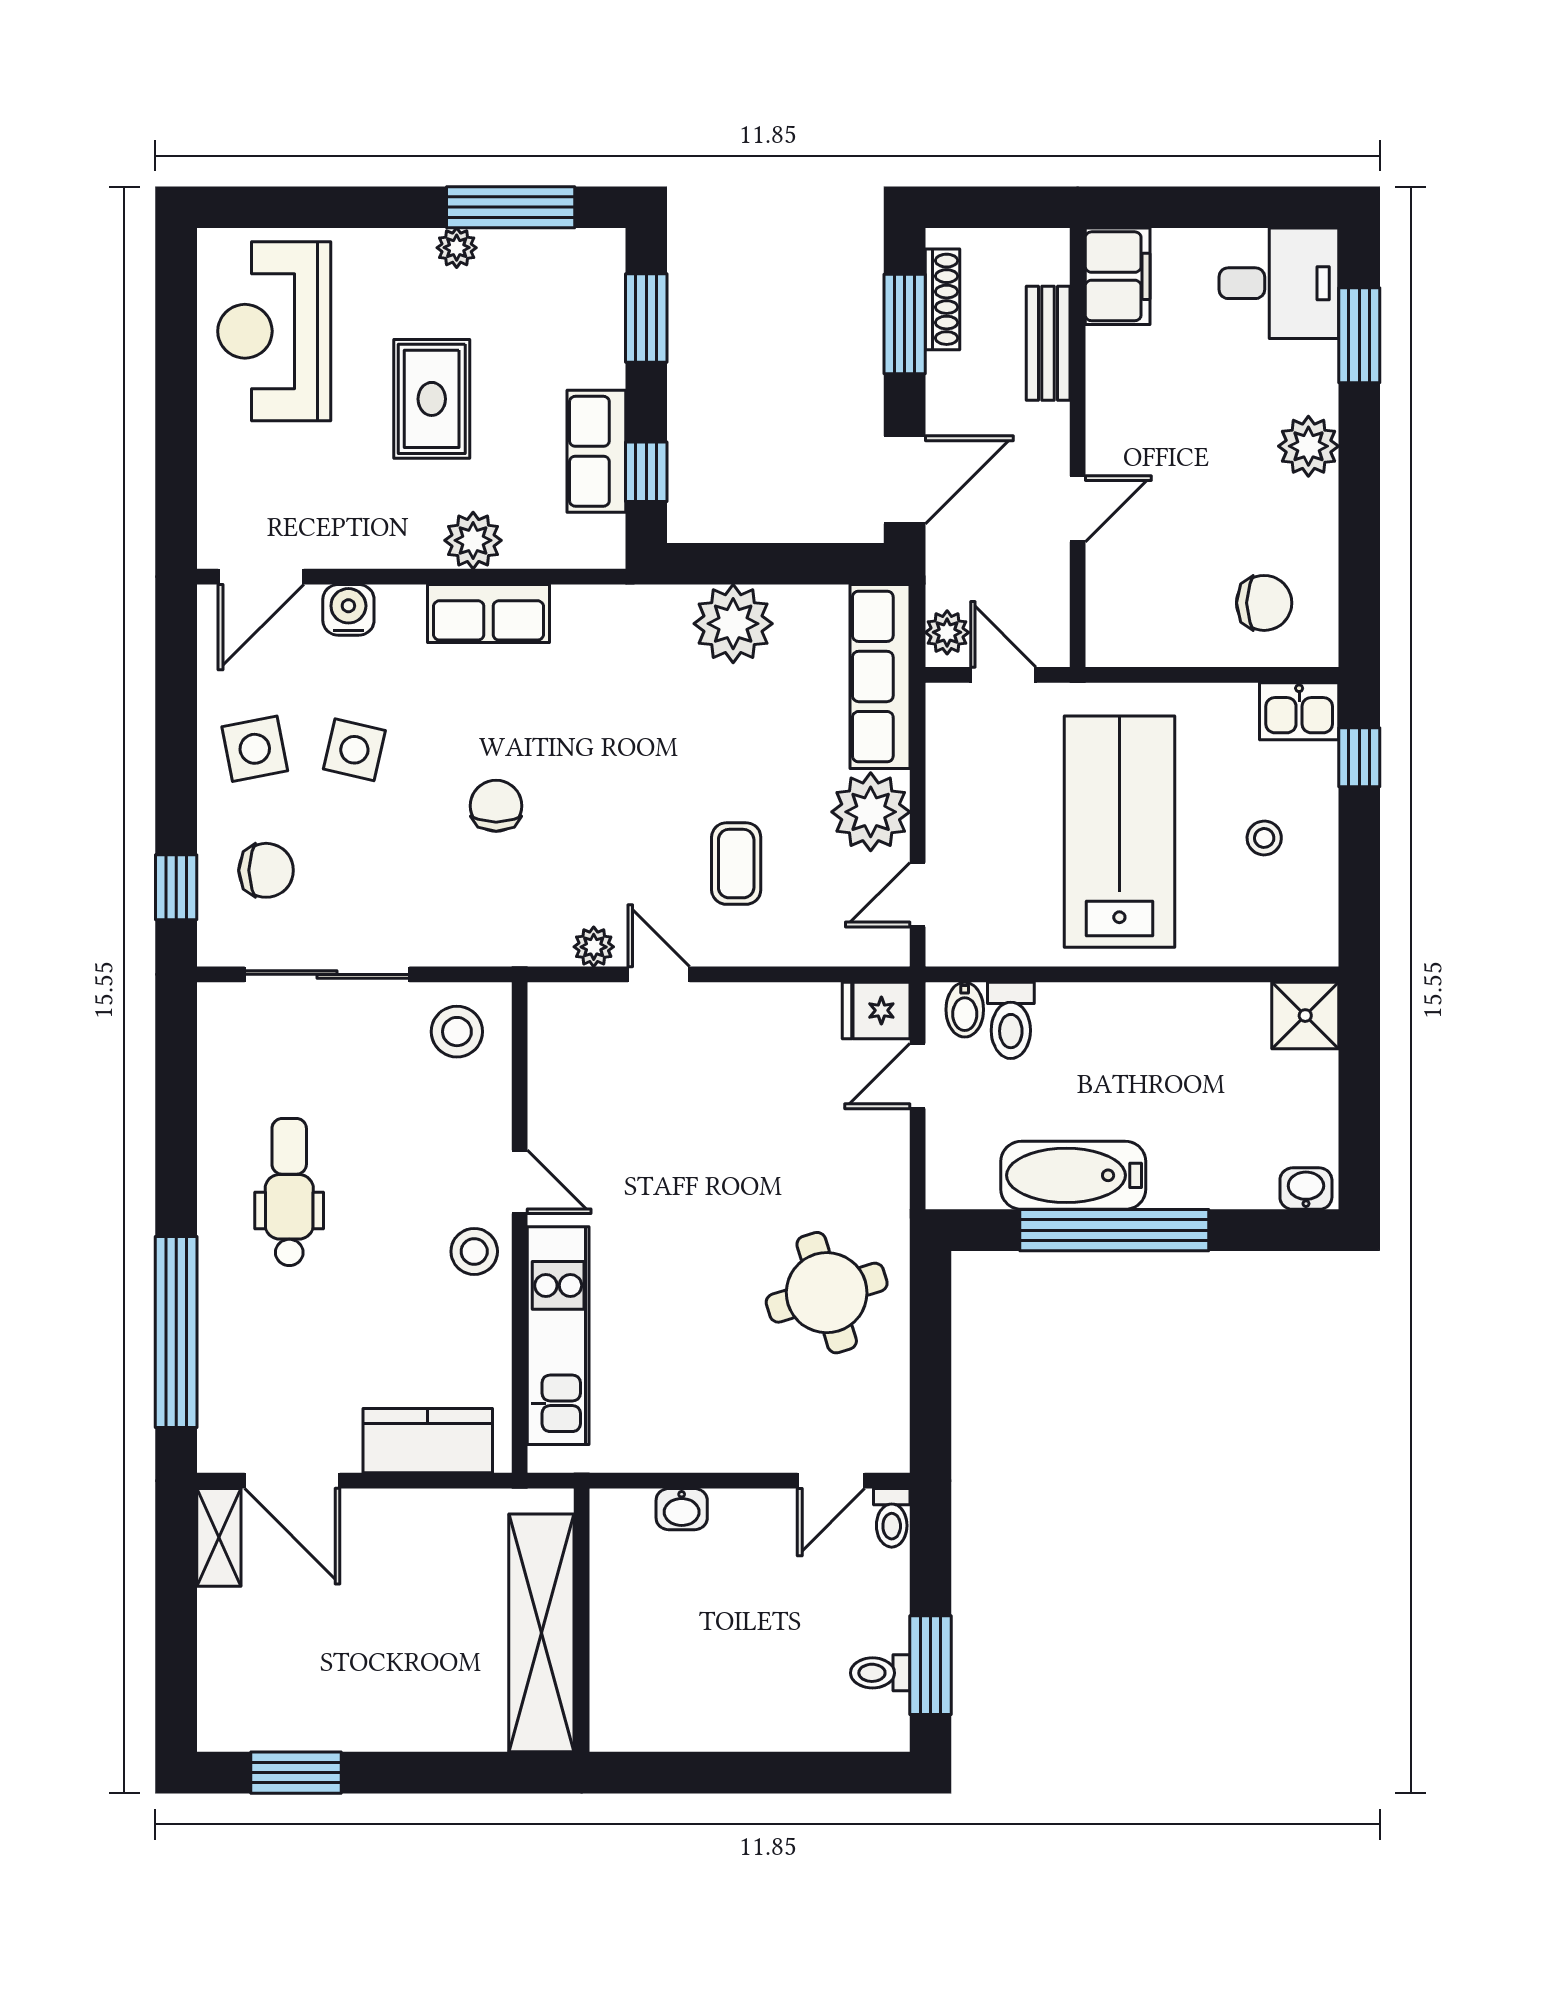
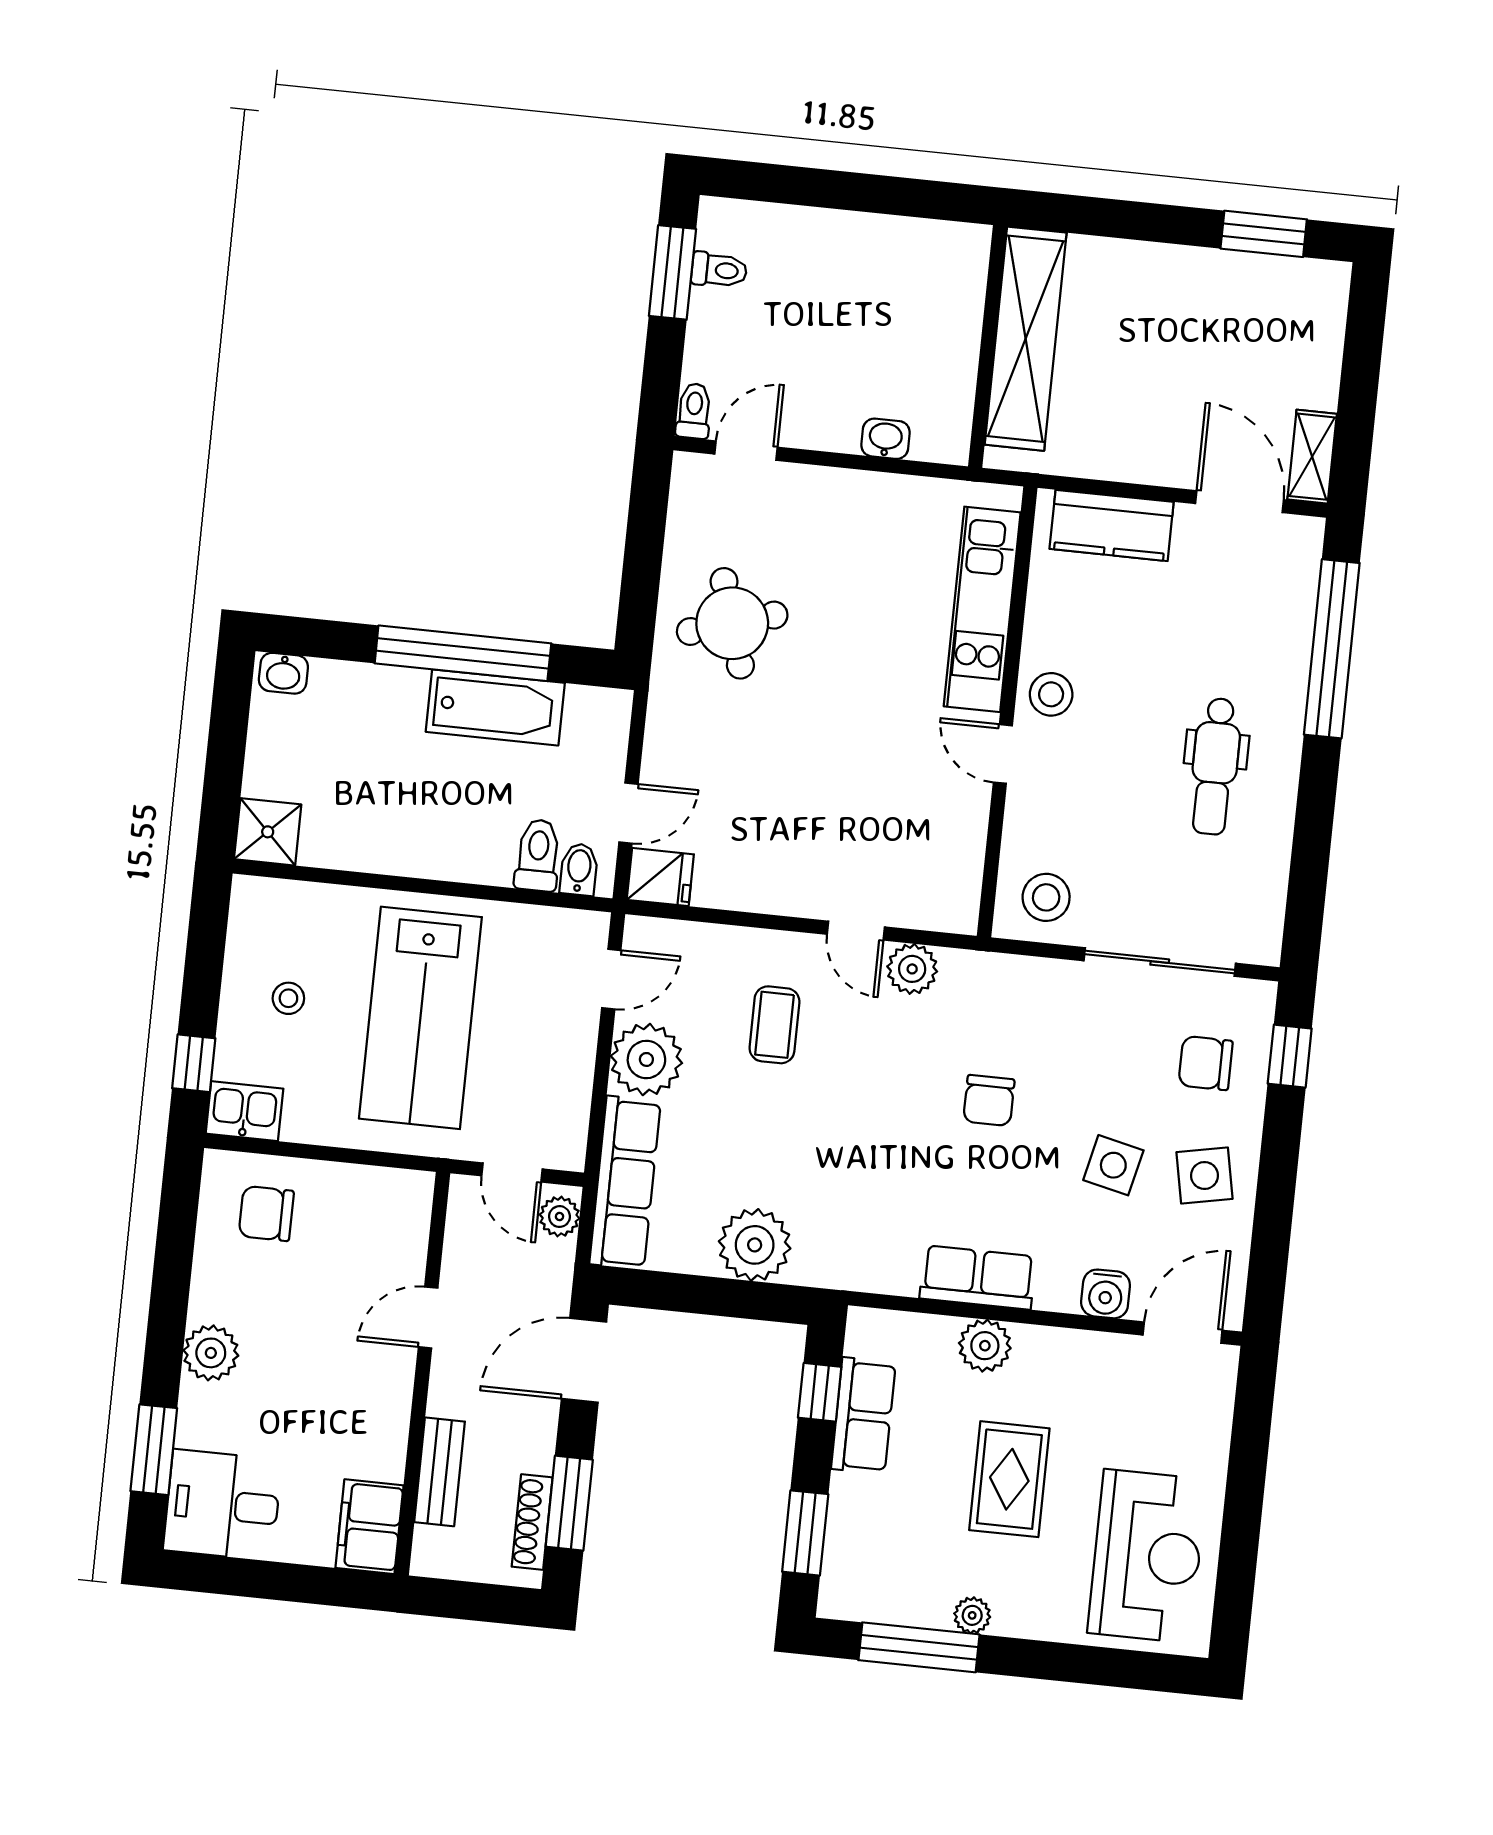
plant: (594, 947) -> (912, 969), width x1.38, depth x1.38

